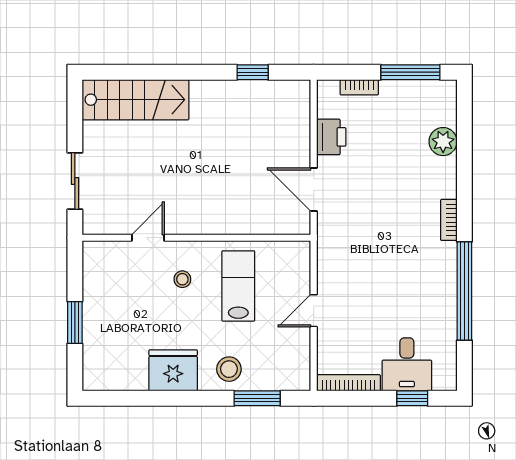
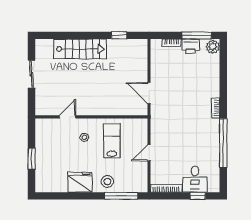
stairs: (136, 100) -> (80, 49), moved
printer: (331, 137) -> (191, 46), moved, turned 90
plant: (443, 142) -> (213, 47), moved
sliding door: (75, 181) -> (32, 74), moved
window: (257, 398) -> (121, 196), width x1.44

